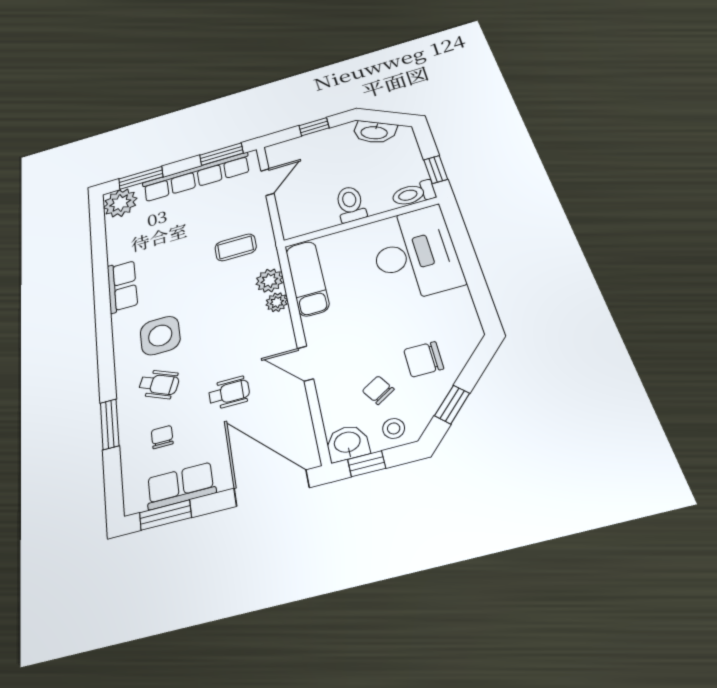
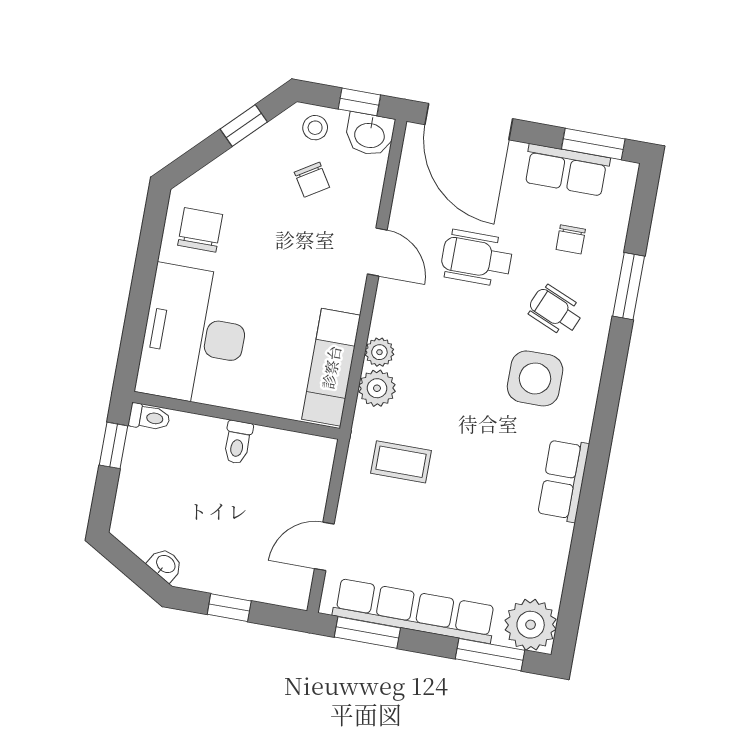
washbasin: (374, 132) -> (165, 565), width x0.52, depth x0.69
toilet: (413, 194) -> (149, 417), width x0.73, depth x0.72
toilet: (350, 204) -> (238, 442), width x0.73, depth x0.72
chair: (424, 359) -> (200, 230), moved, turned -90
wheelchair: (229, 393) -> (477, 258), width x1.36, depth x1.37

